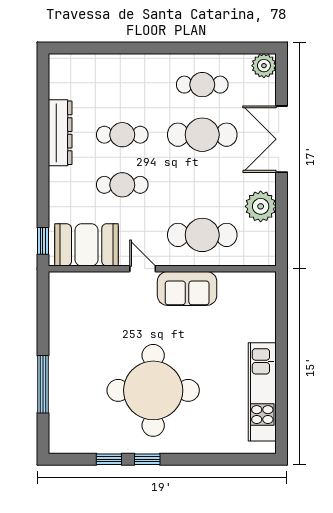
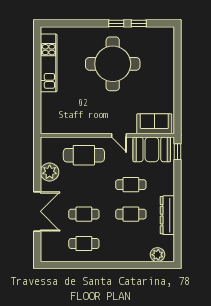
plant: (264, 66) -> (157, 255), moved
cafe table: (202, 135) -> (84, 214), width x0.73, depth x0.74
sofa: (187, 288) -> (154, 124), moved
window: (43, 384) -> (177, 67), removed

